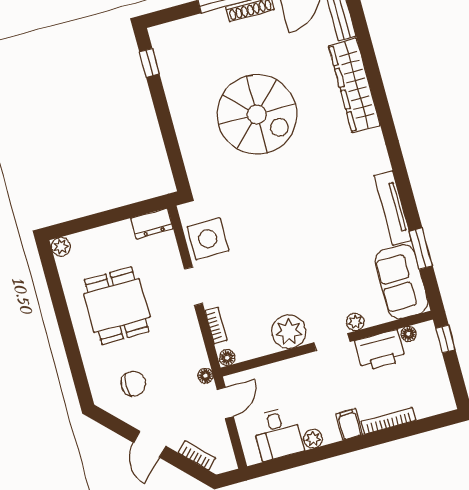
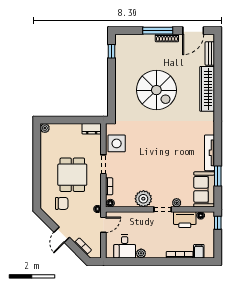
dining table: (117, 306) -> (72, 175), moved
filing cabinet: (349, 424) -> (199, 251), moved

